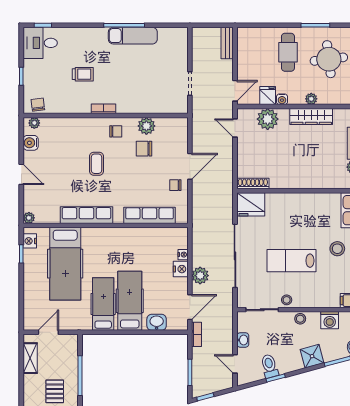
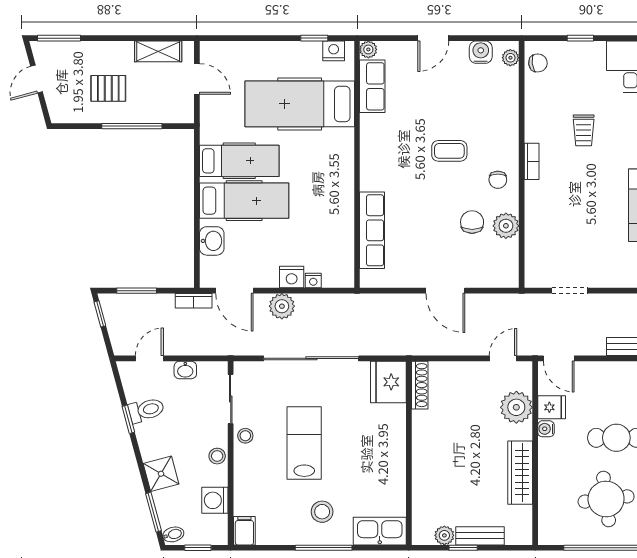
plant: (311, 99) -> (547, 473), removed
chair: (175, 185) -> (417, 269), removed
row of seats: (86, 215) -> (372, 86), moved, width x0.68

